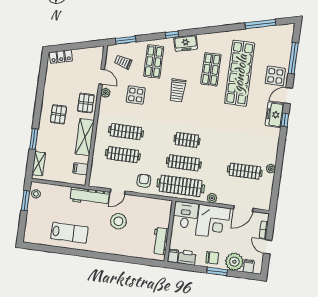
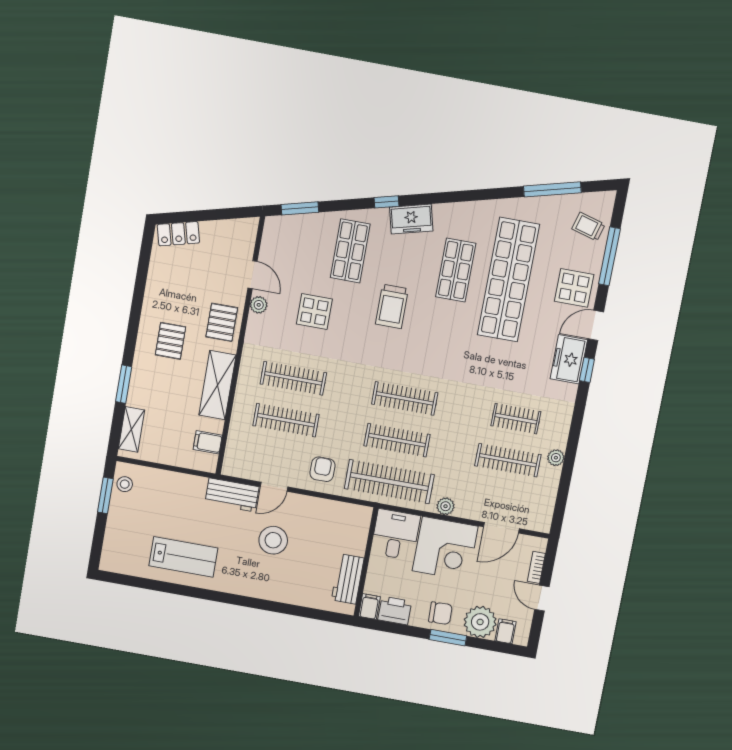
trolley: (123, 62) -> (588, 227), moved
clothes rail: (187, 140) -> (405, 398), width x1.36
clothes rail: (248, 148) -> (516, 419), added
workbench: (90, 196) -> (232, 495), width x0.73

